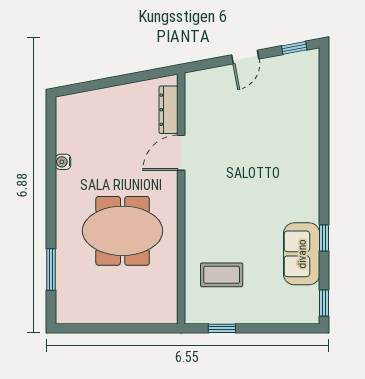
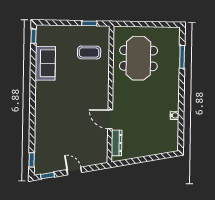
door: (245, 57) -> (74, 171), hinge flipped
door: (181, 153) -> (110, 119), swing flipped
meeting table: (123, 231) -> (138, 58), moved, turned 90
window: (324, 238) -> (32, 160), moved

